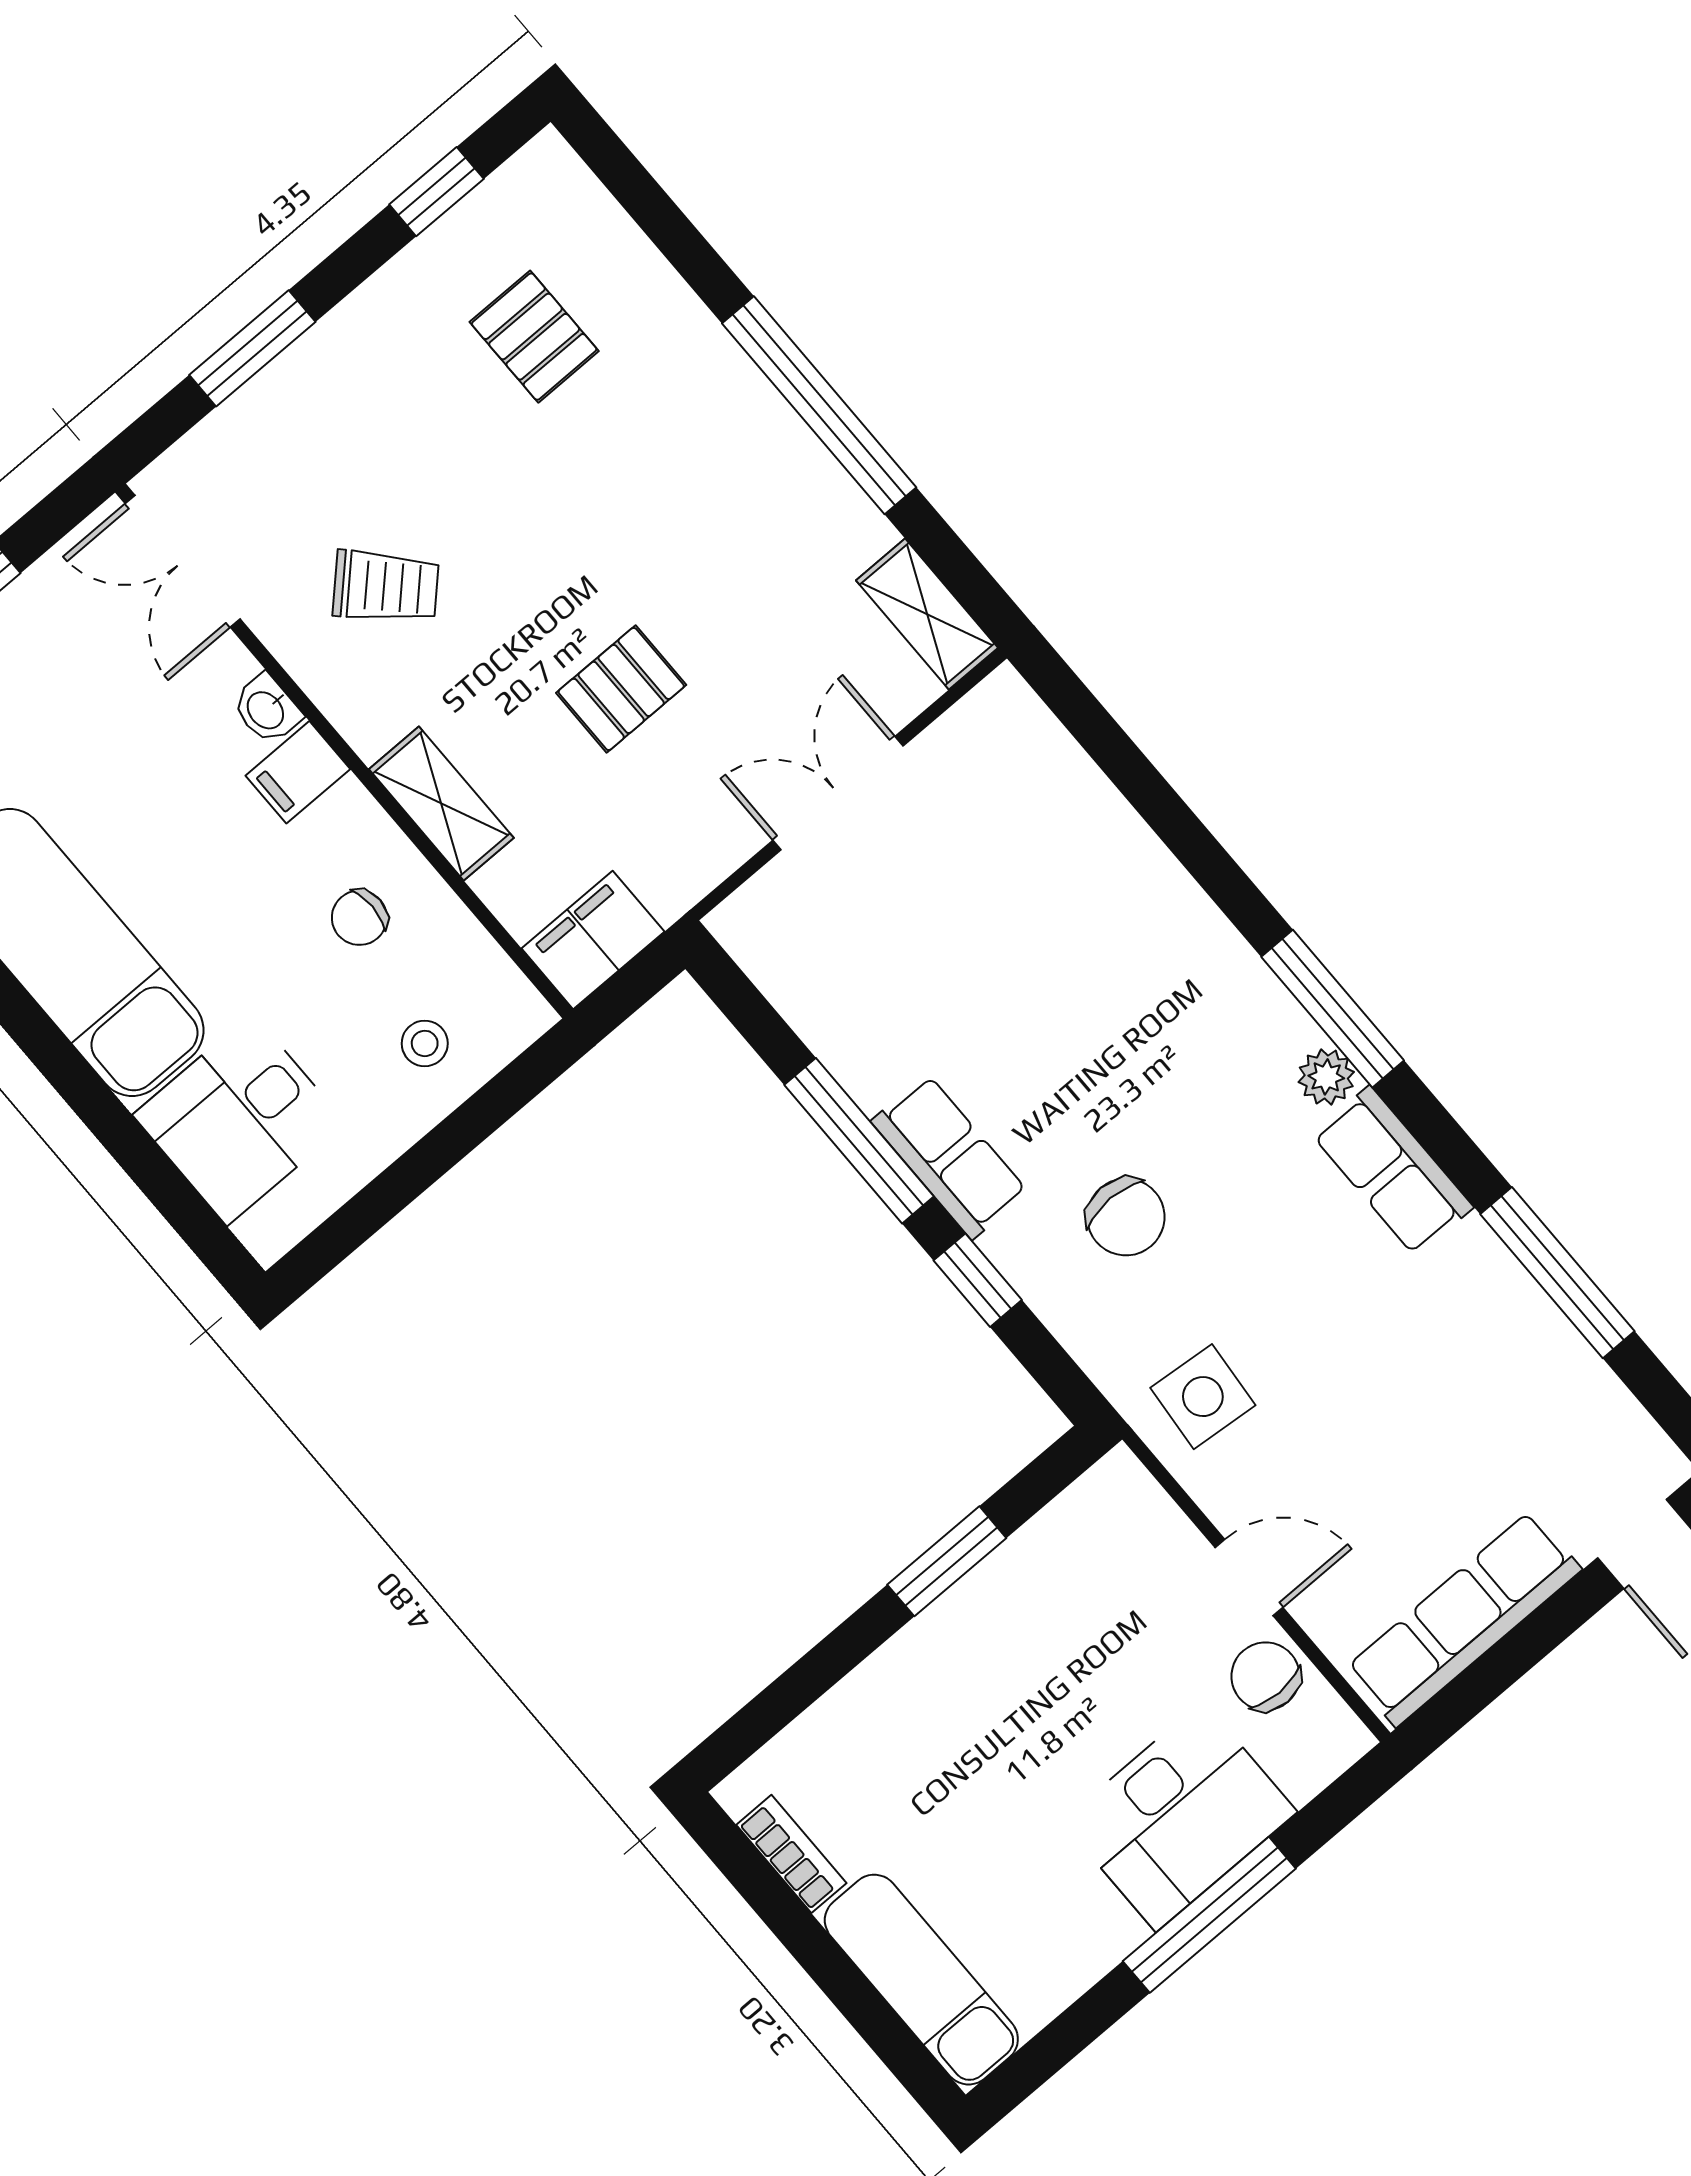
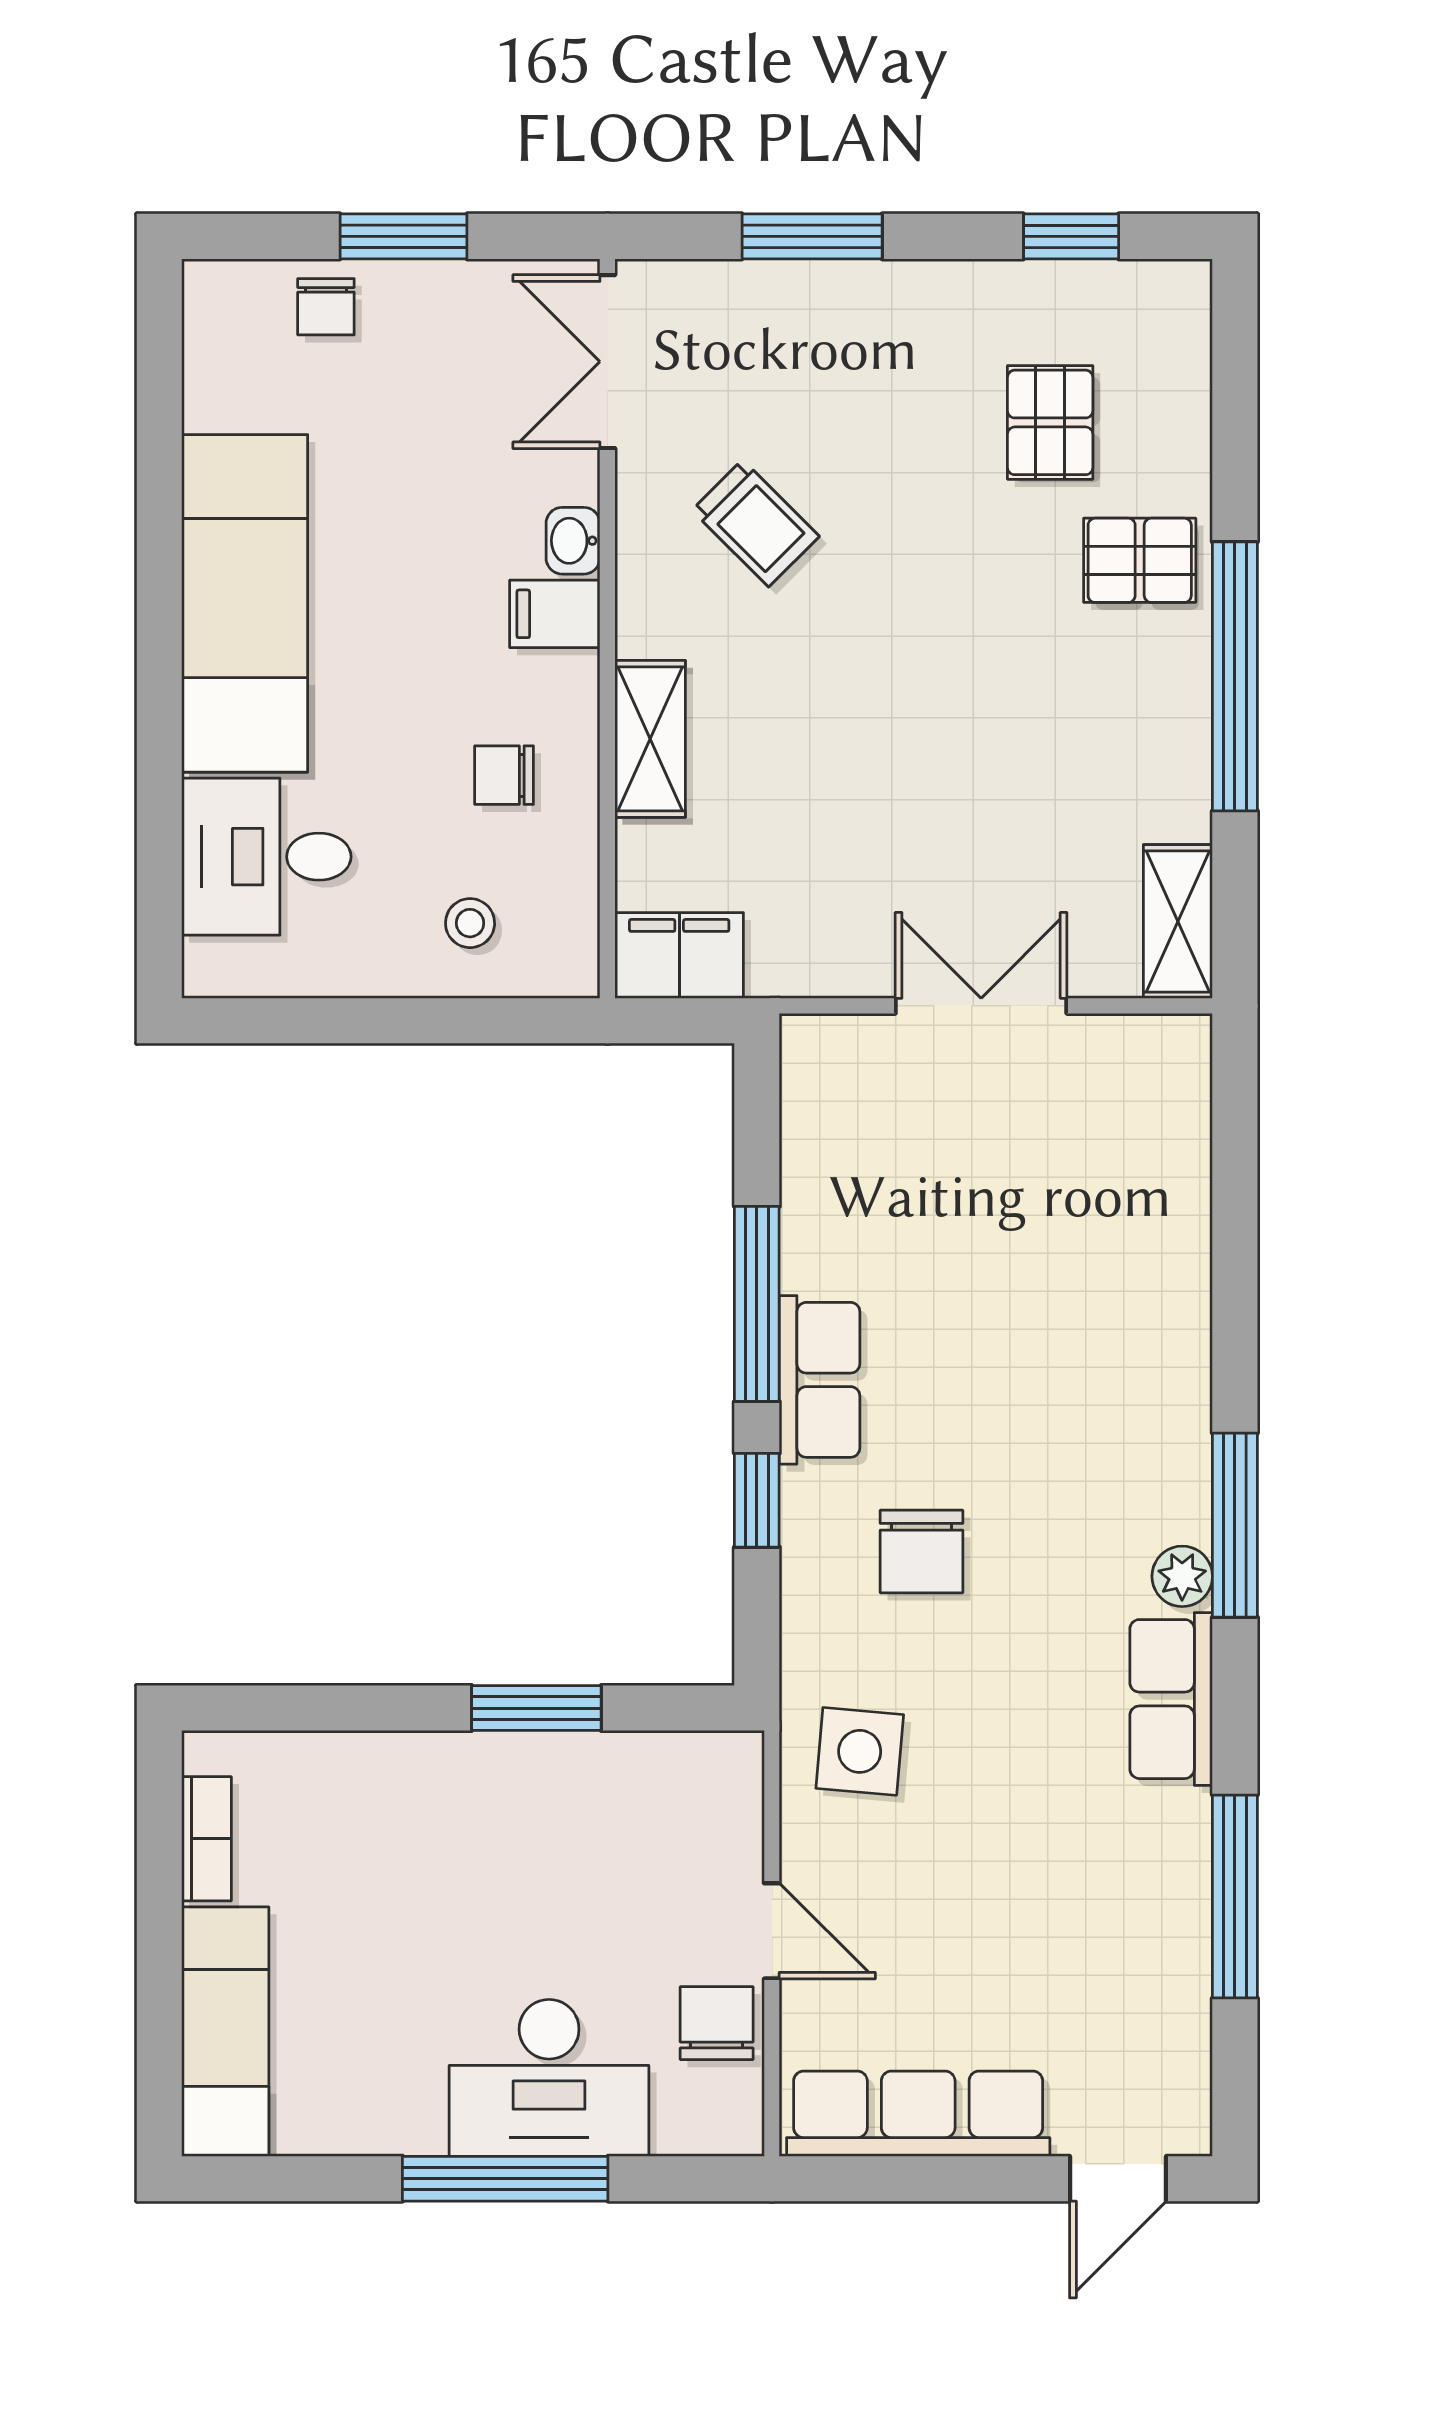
pallet: (621, 689) -> (1140, 560), moved

